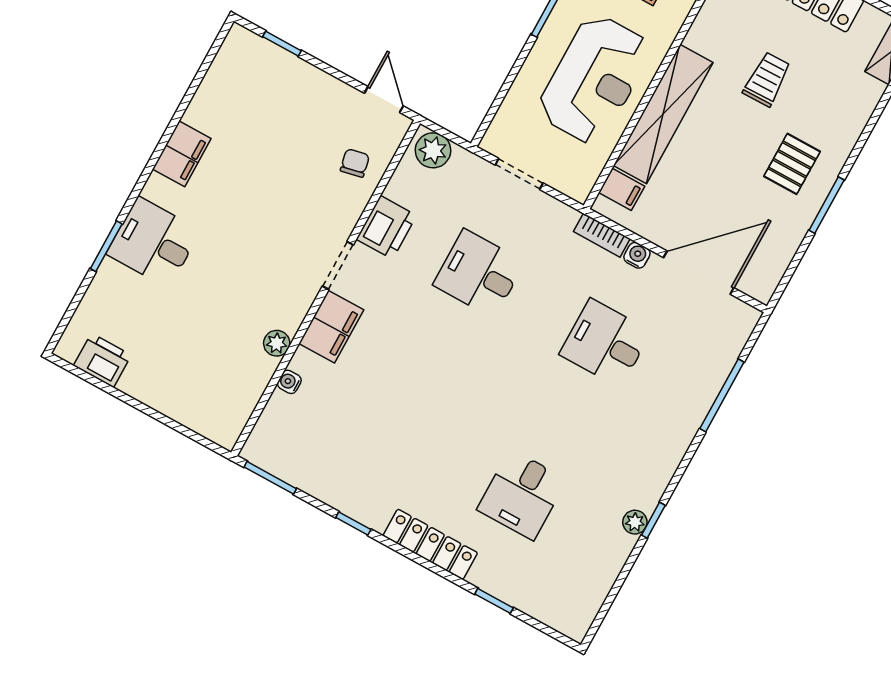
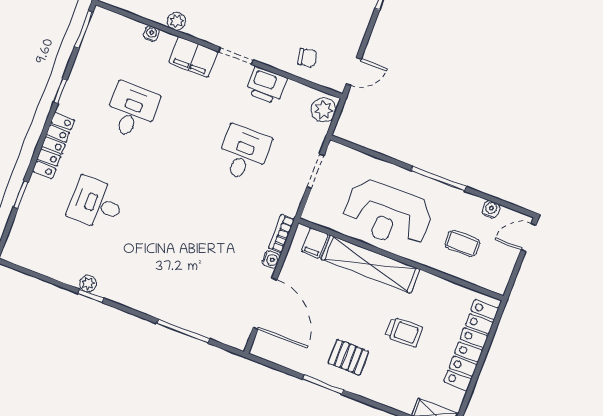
desk: (605, 343) -> (132, 110), moved

